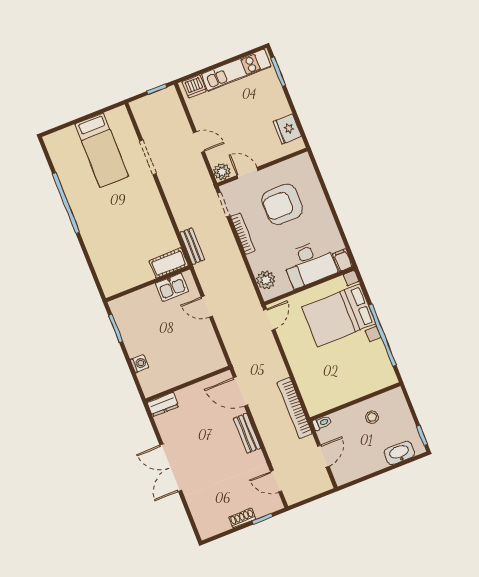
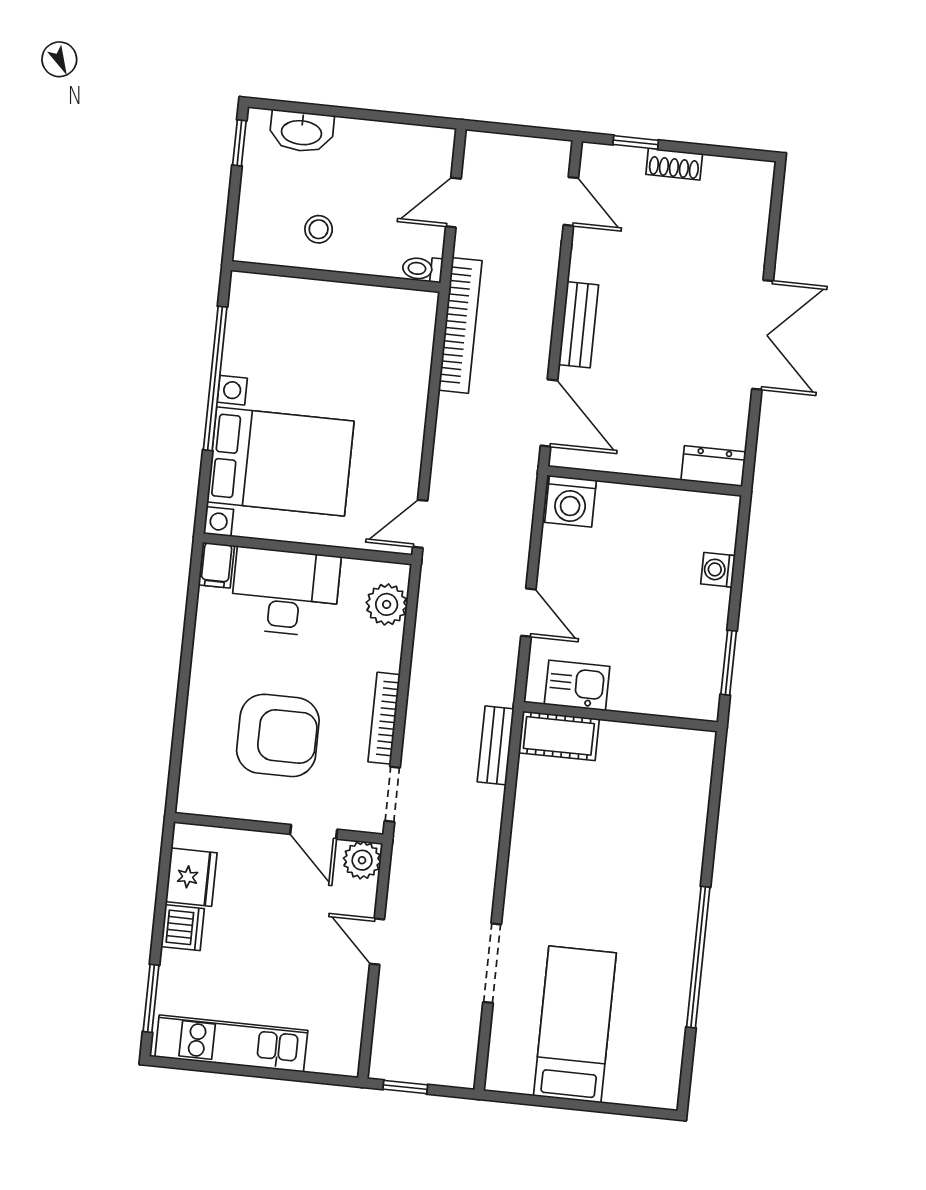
dishwasher: (194, 86) -> (183, 928), moved, turned 90
washing machine: (213, 360) -> (571, 501), added

